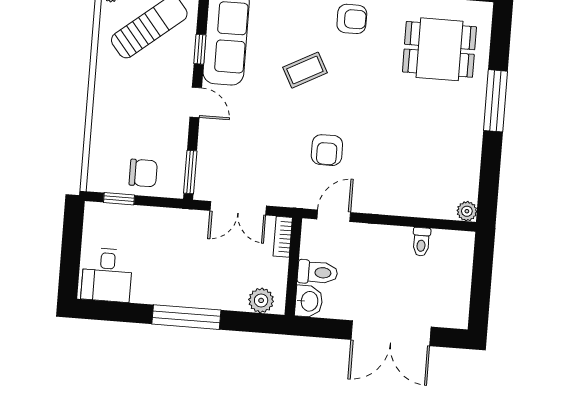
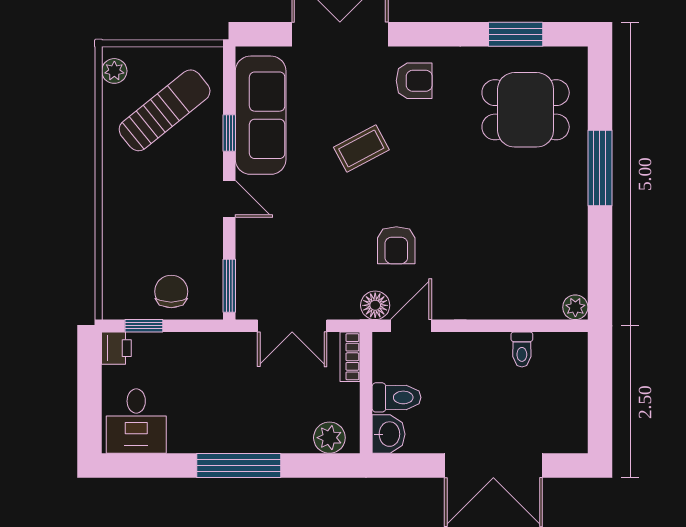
chair: (143, 173) -> (171, 292), turned -90
floor lamp: (306, 197) -> (375, 305), added
printer: (96, 215) -> (116, 348), added

